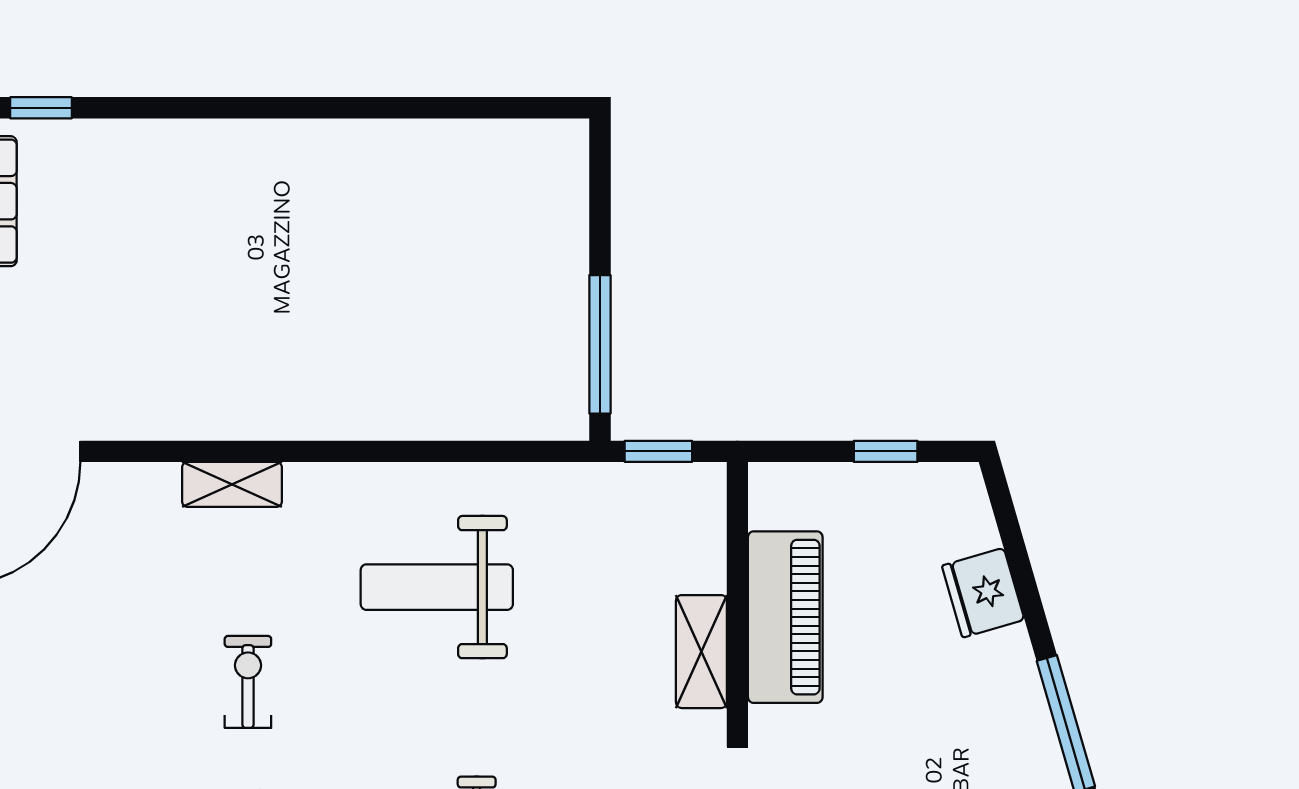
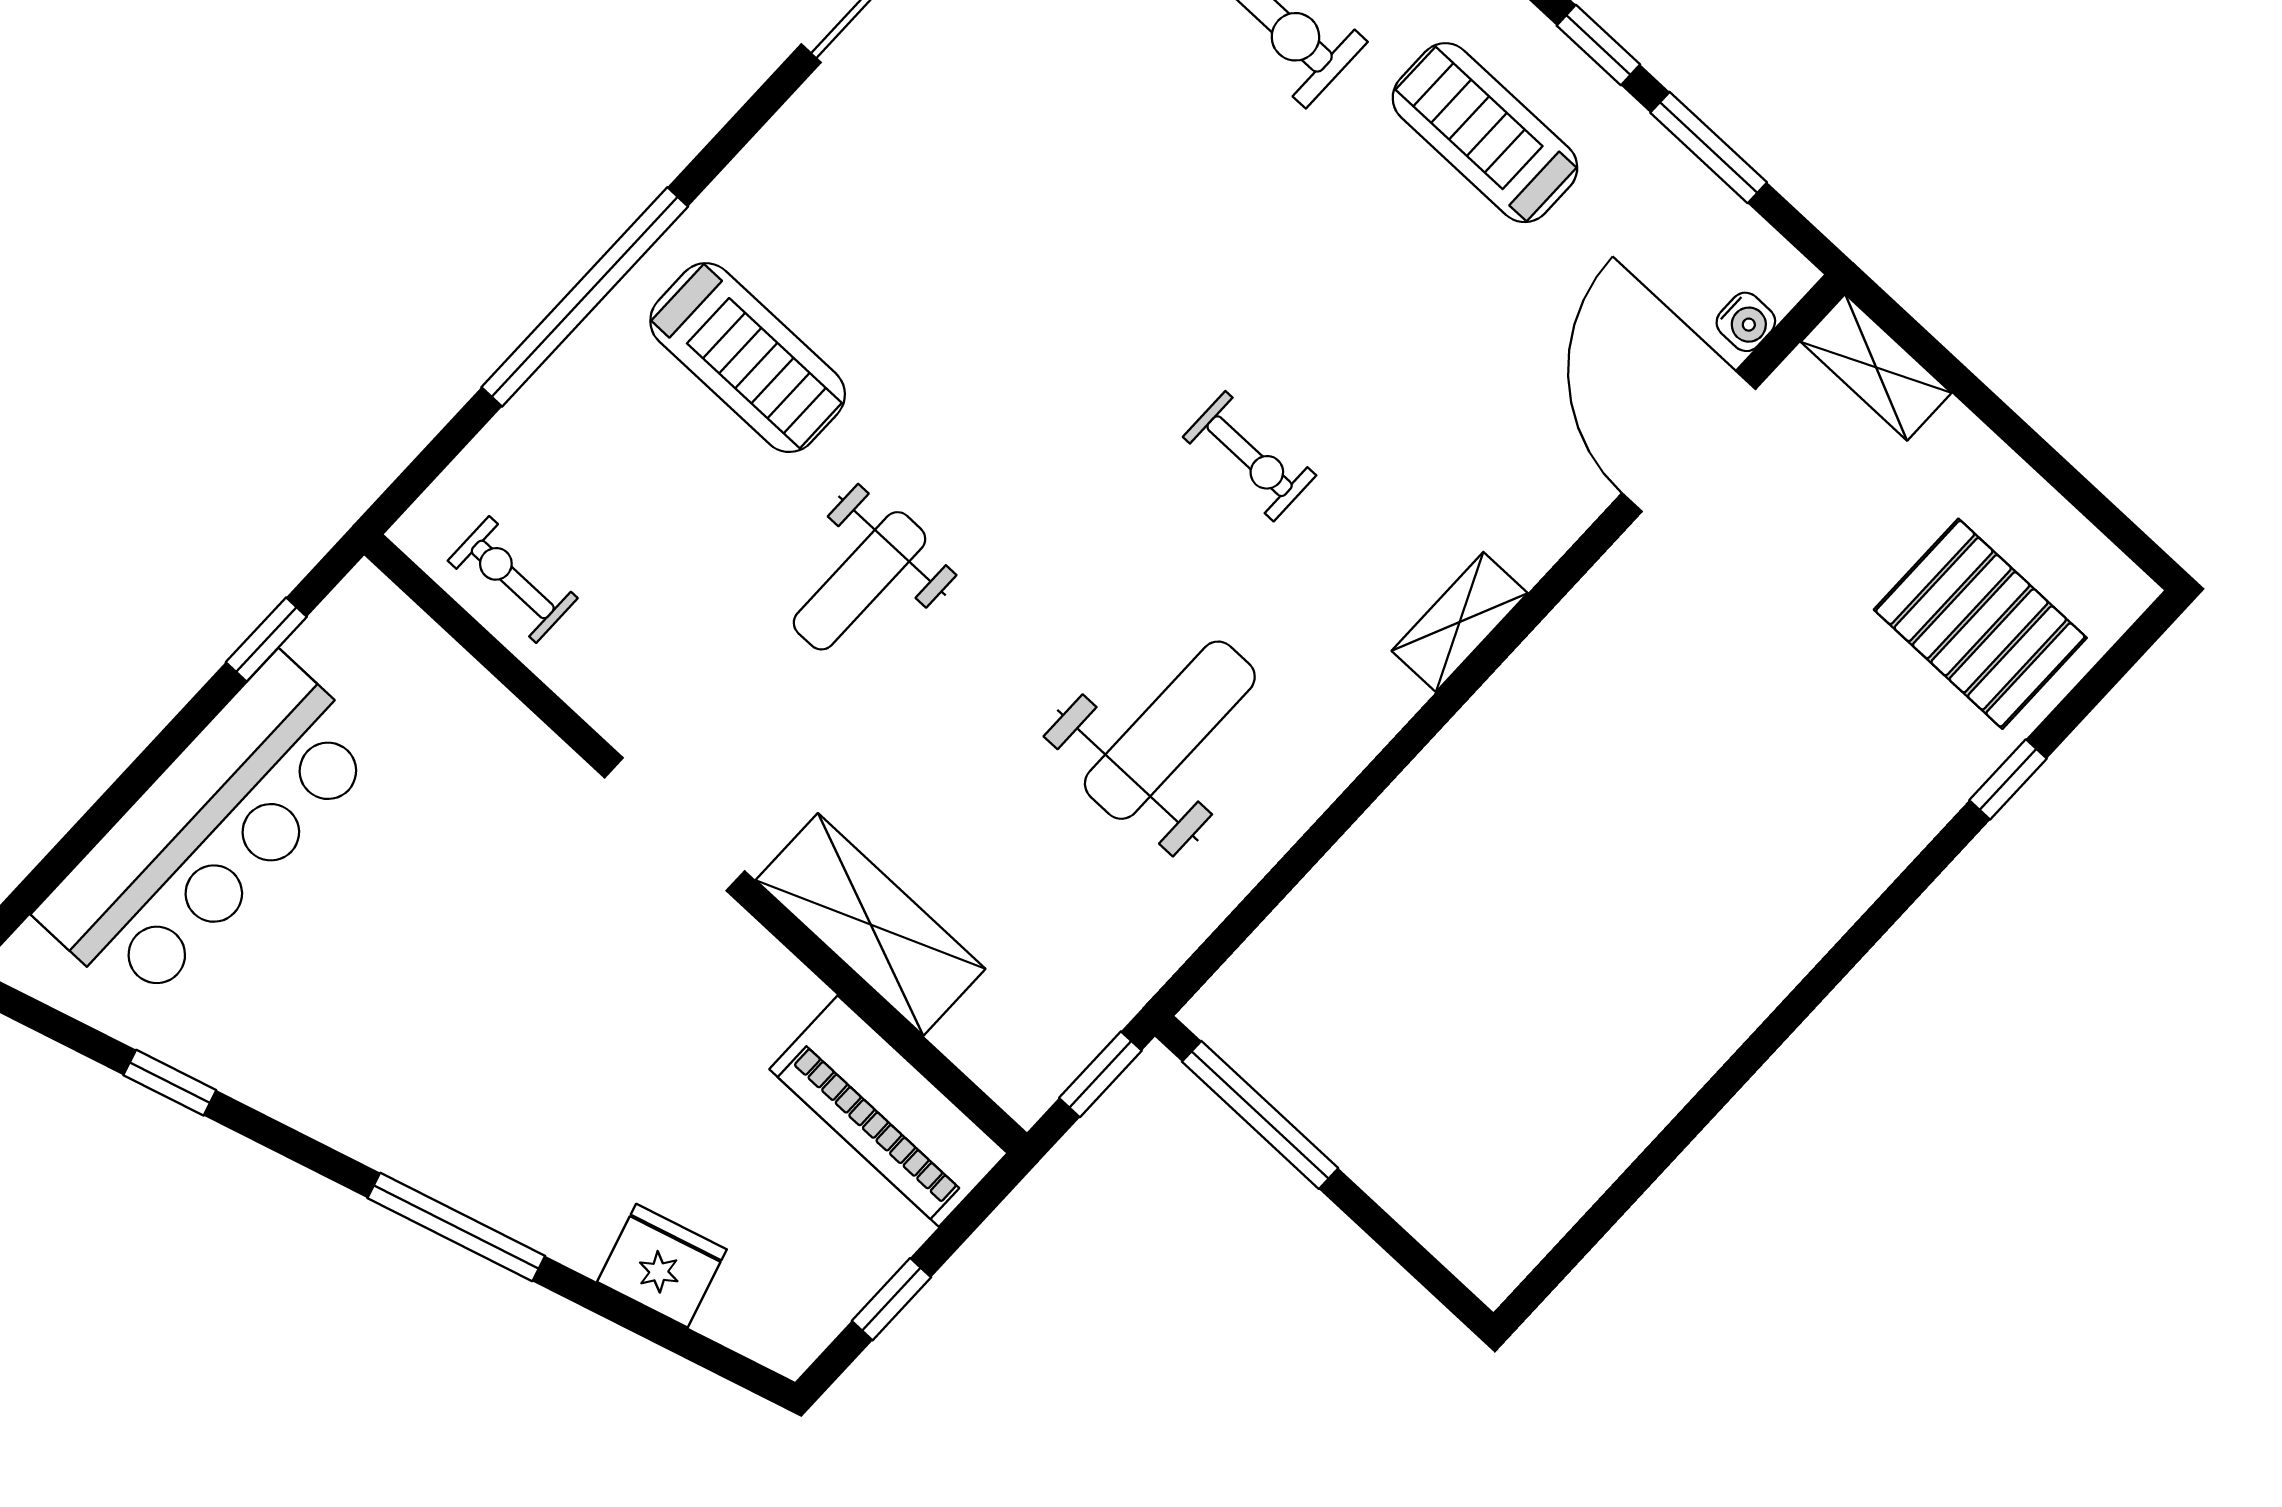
piano: (785, 617) -> (888, 1111), moved
shelving: (701, 652) -> (871, 924), width x1.50, depth x1.33

